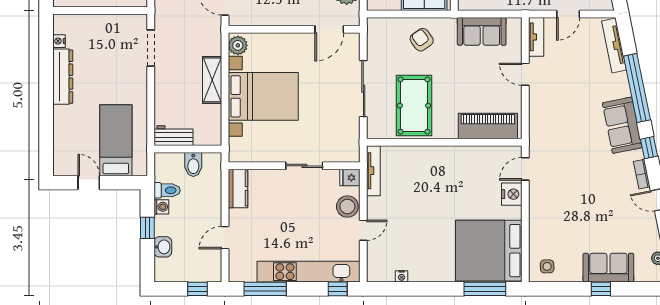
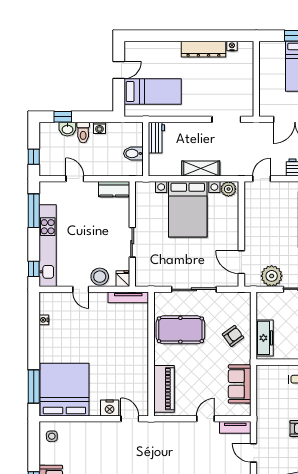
toilet: (167, 190) -> (83, 132), moved
window: (147, 228) -> (63, 117), moved

